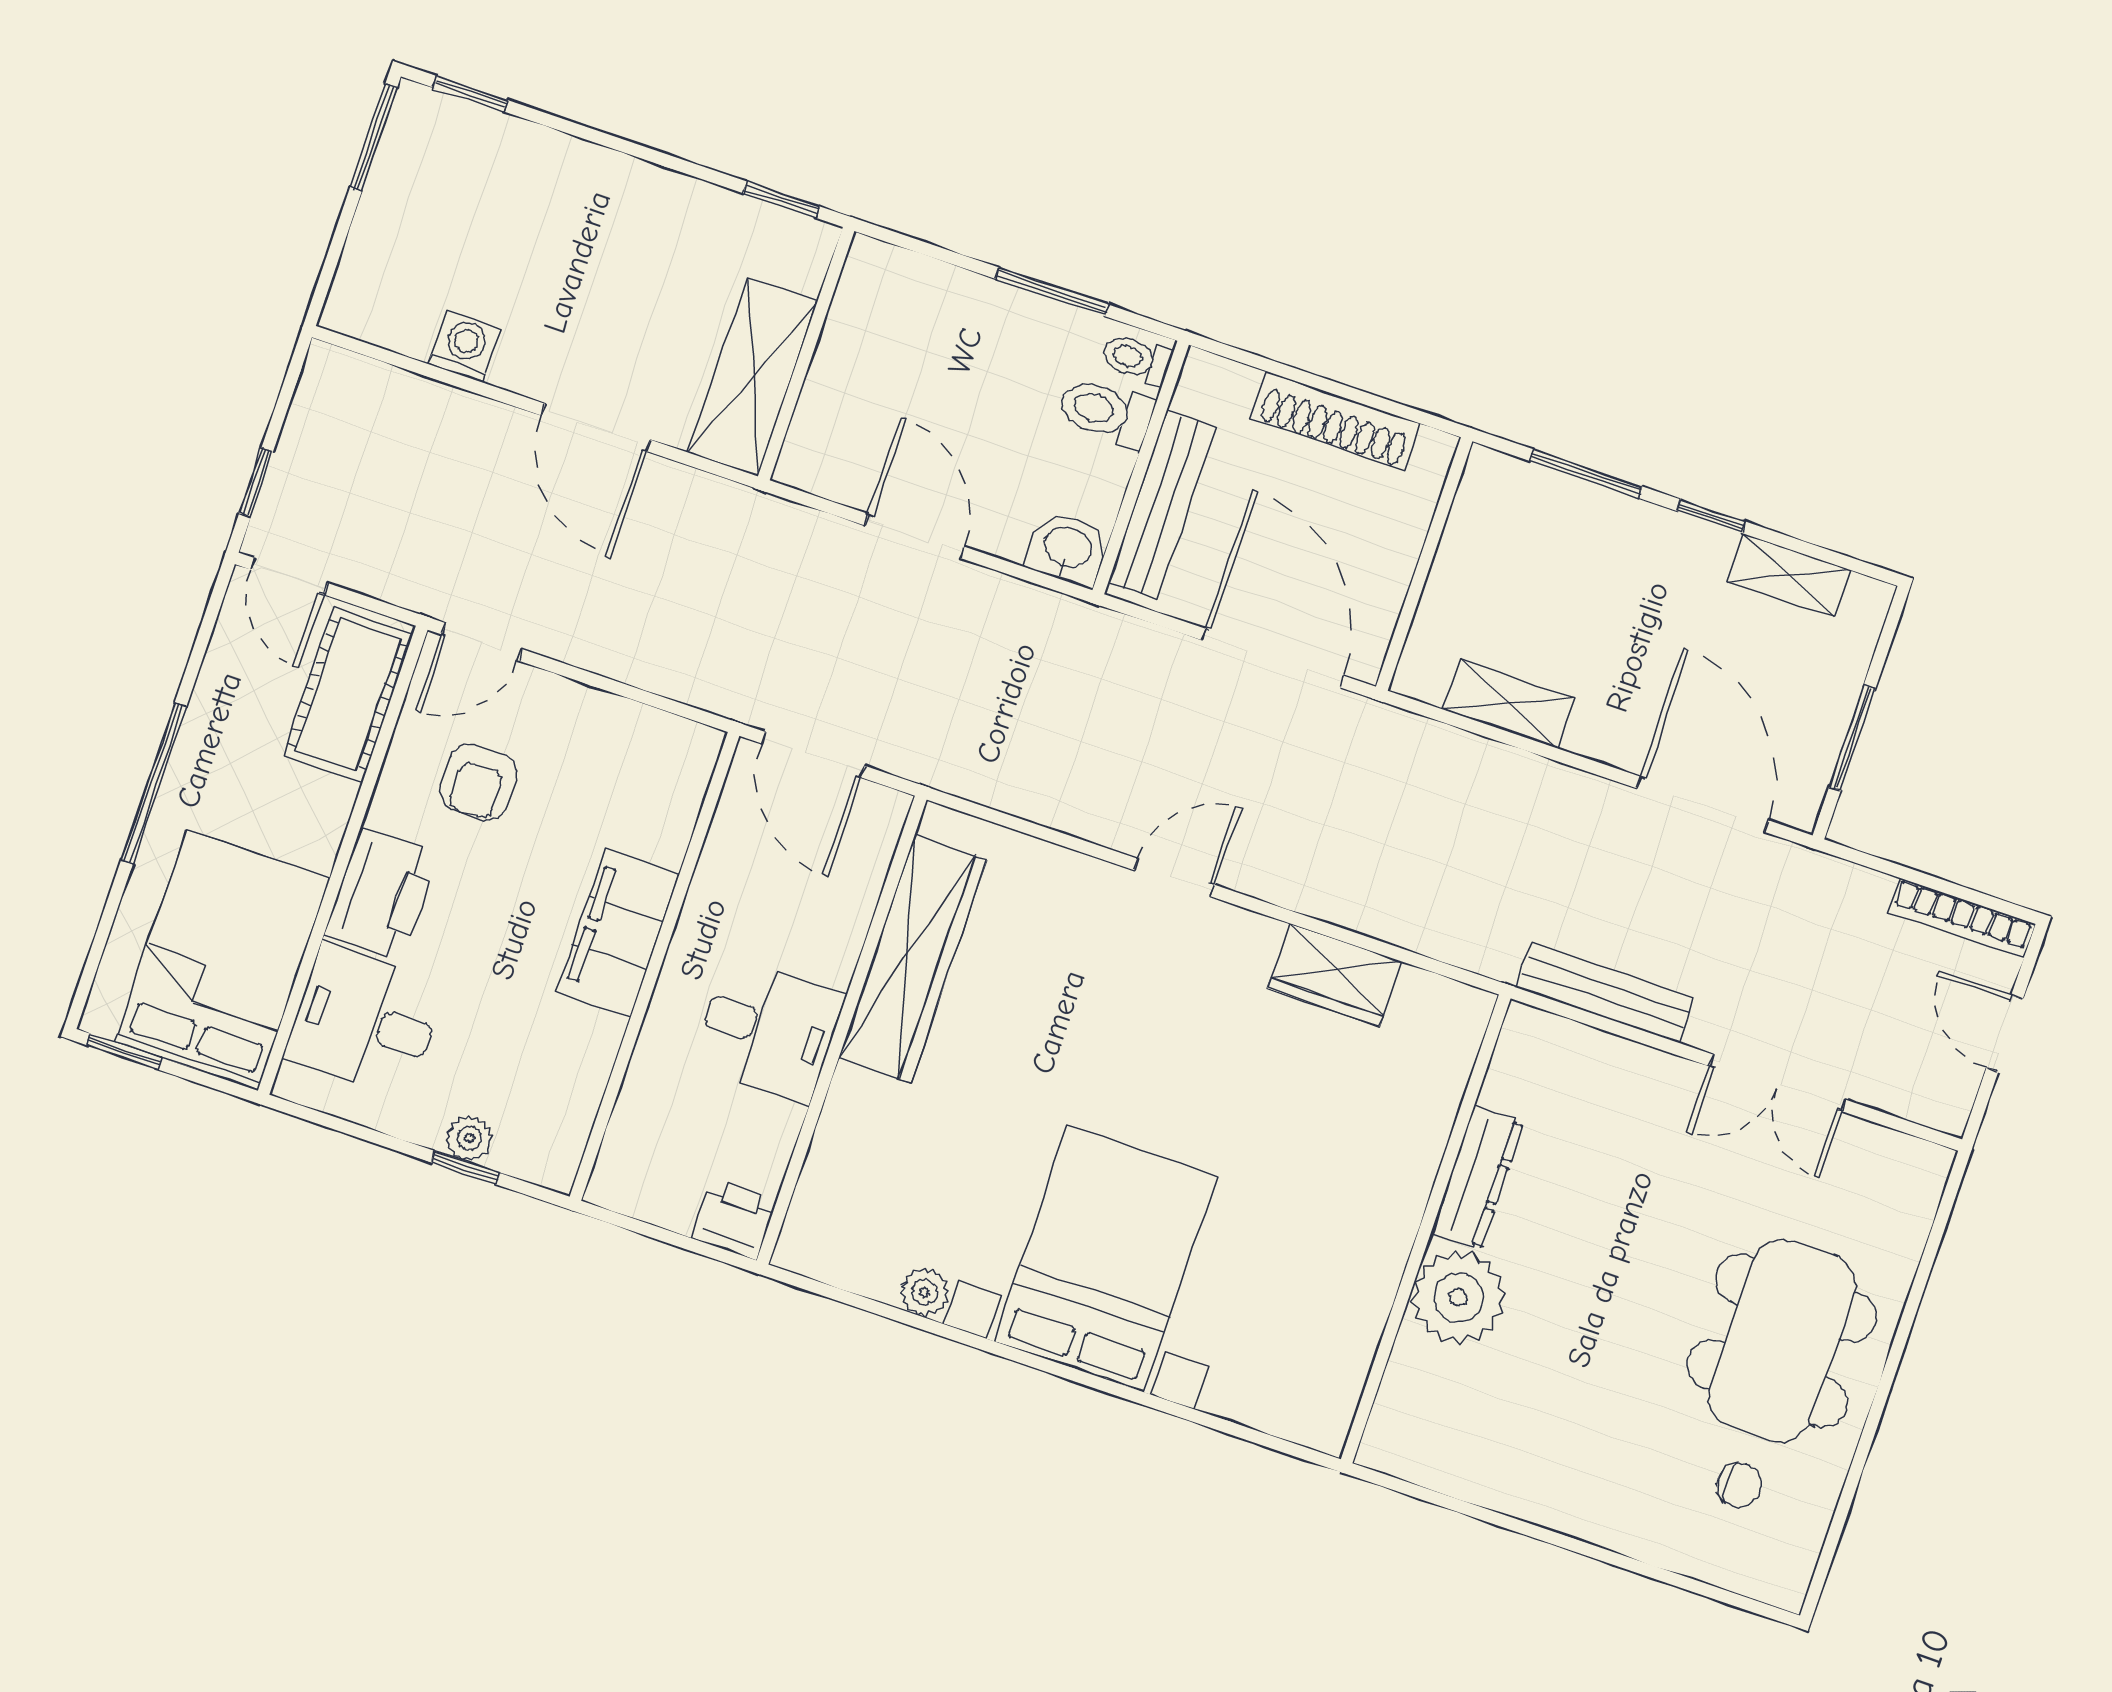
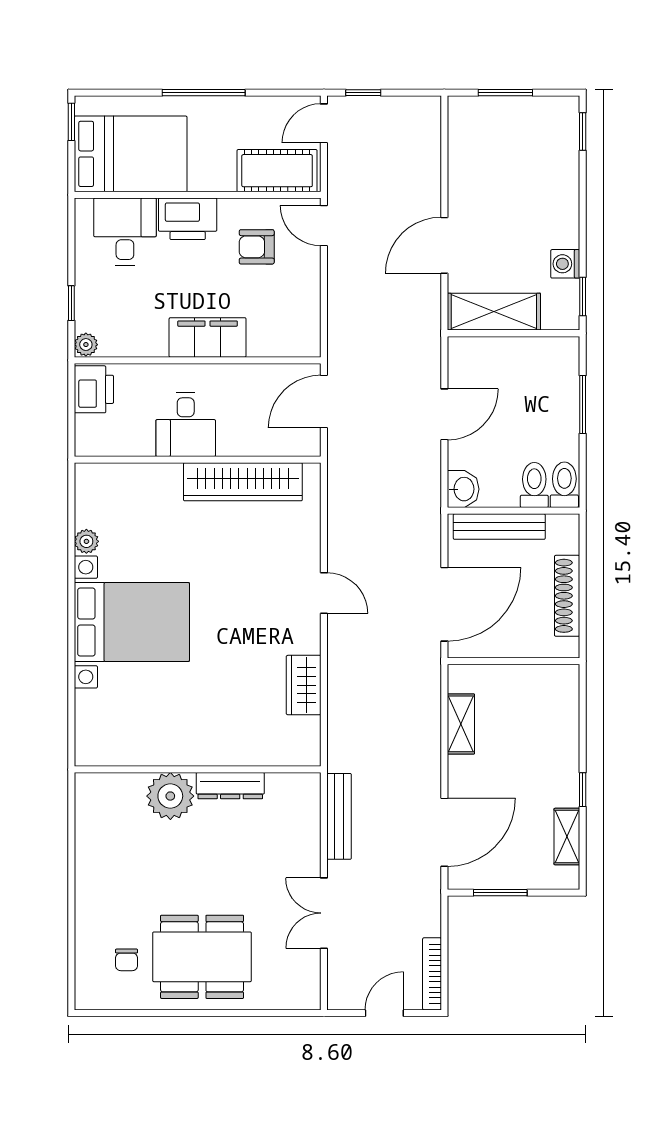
window: (374, 137) -> (505, 93), moved
window: (1052, 292) -> (583, 404), moved
washing machine: (464, 346) -> (565, 264), moved, turned 180
toilet: (1137, 359) -> (564, 485), width x1.37, depth x1.39
window: (1586, 474) -> (583, 723), removed
plant: (469, 1138) -> (86, 345), moved
printer: (734, 1220) -> (94, 389), moved, width x1.36, depth x1.24

